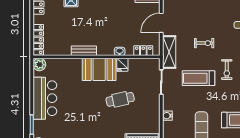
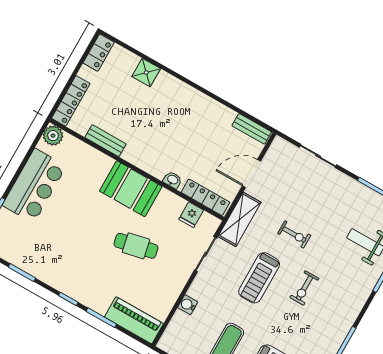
bench: (84, 51) -> (106, 141), moved
locker: (143, 51) -> (205, 197), width x1.53
fridge: (122, 65) -> (191, 215), moved
treadmill: (198, 78) -> (259, 278), turned -90

